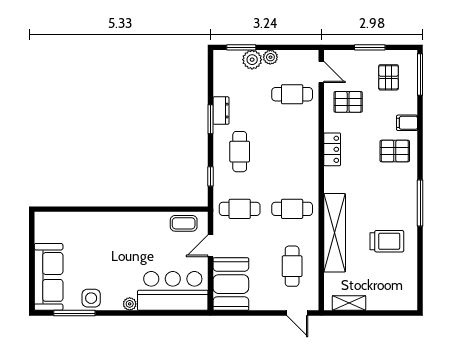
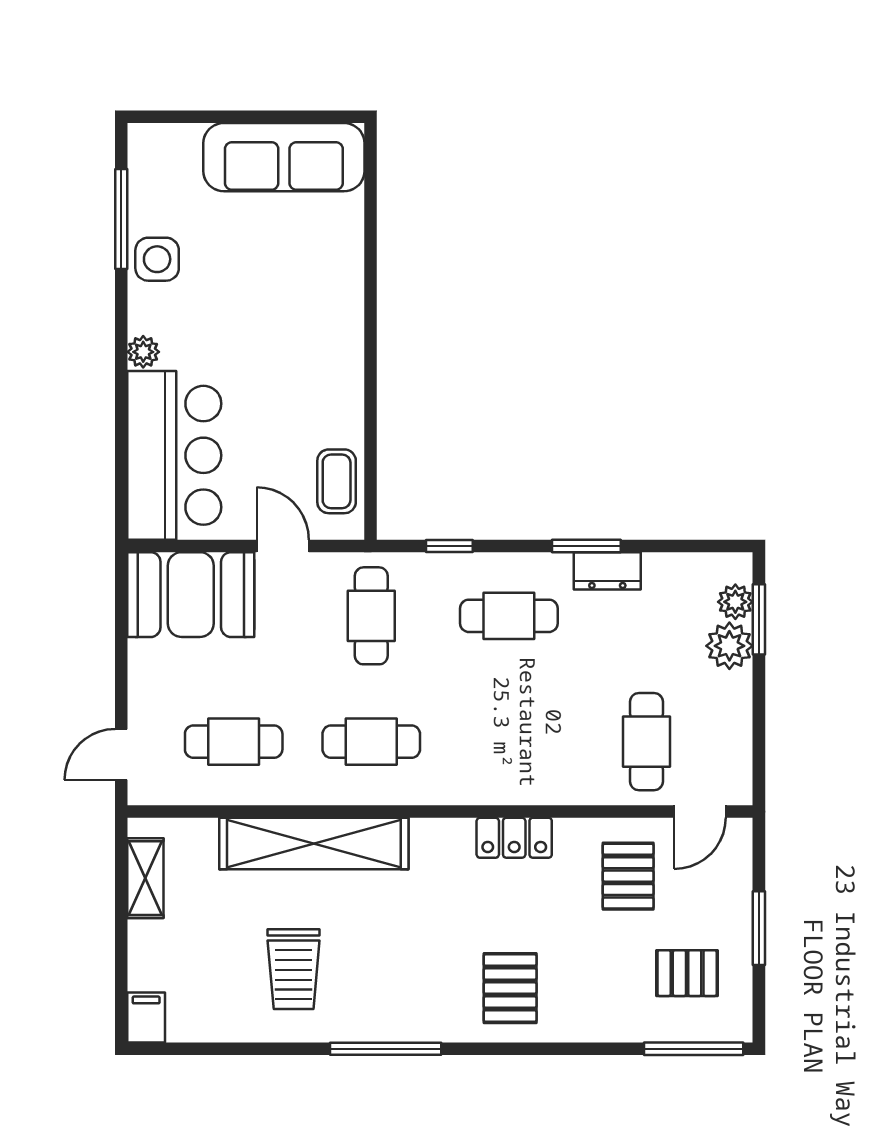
plant: (270, 57) -> (735, 602), moved
filing cabinet: (407, 123) -> (146, 1018), moved
cafe table: (292, 209) -> (371, 742), turned 90
sofa: (49, 277) -> (284, 157), moved

